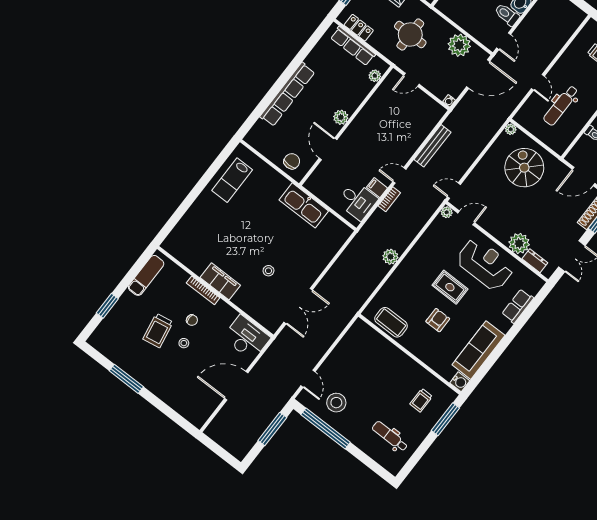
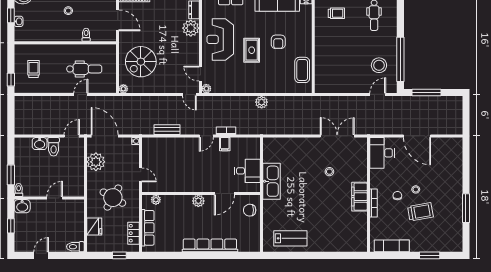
round table: (410, 34) -> (113, 198), turned 30
bench: (432, 146) -> (167, 130), width x0.73
door: (399, 175) -> (206, 136), hinge flipped
desk: (357, 201) -> (247, 171), moved, turned 90
armchair: (438, 320) -> (278, 42), turned -90

